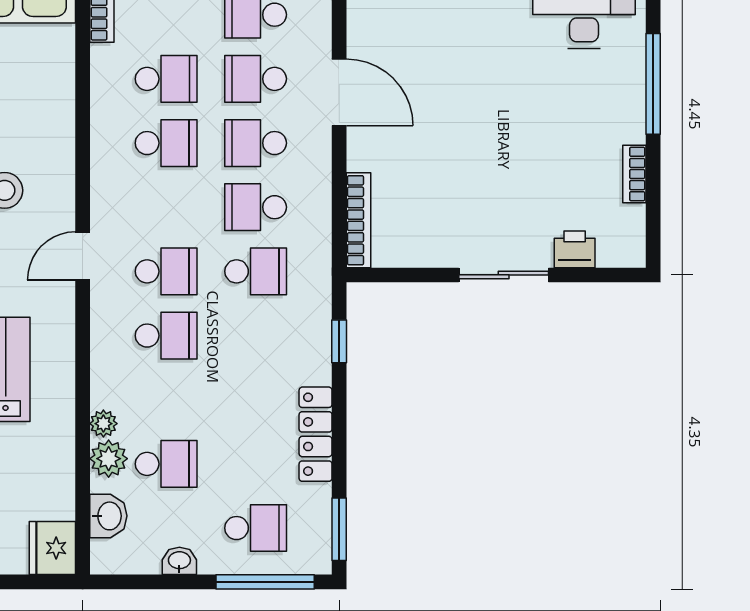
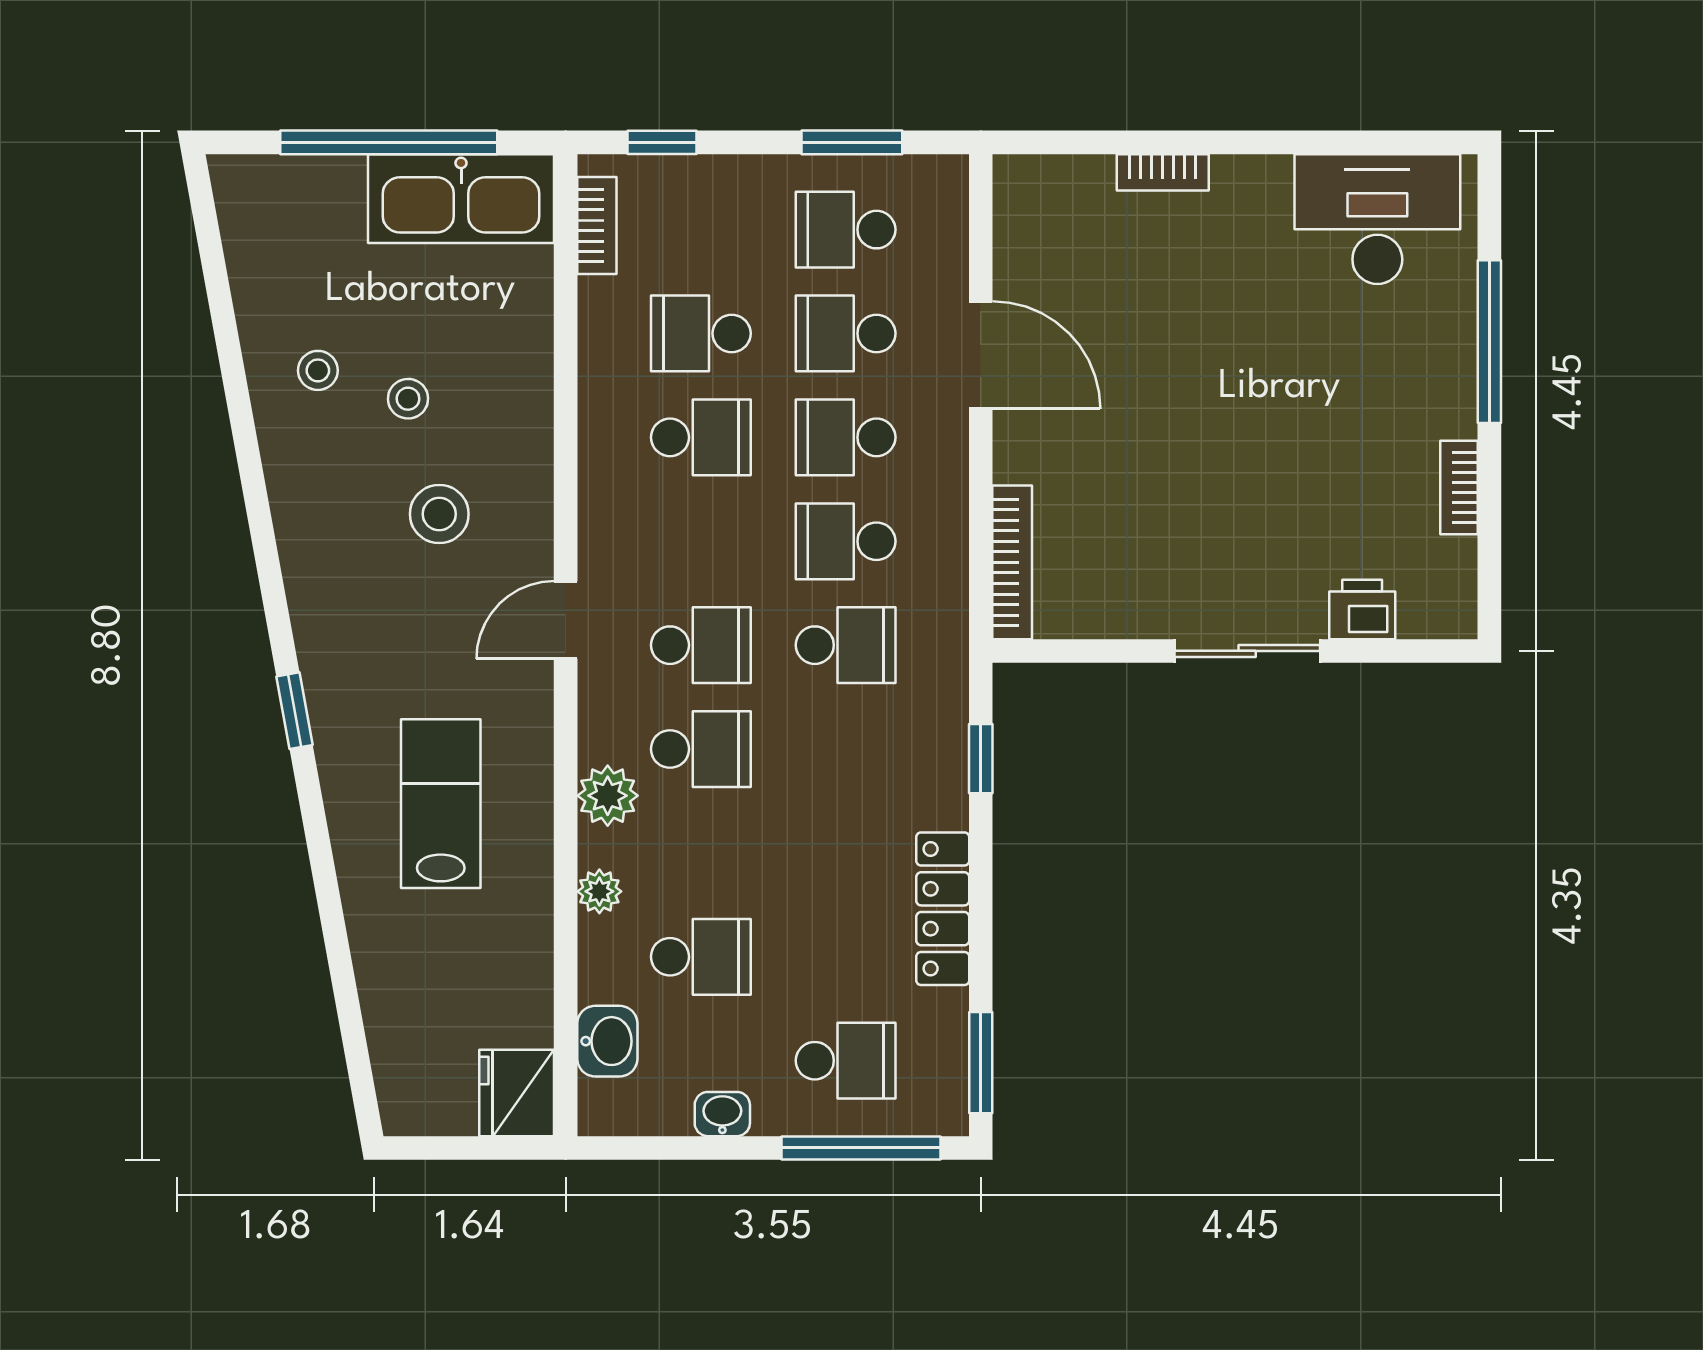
school desk: (166, 79) -> (701, 333), turned 180
plant: (109, 459) -> (608, 796), moved

